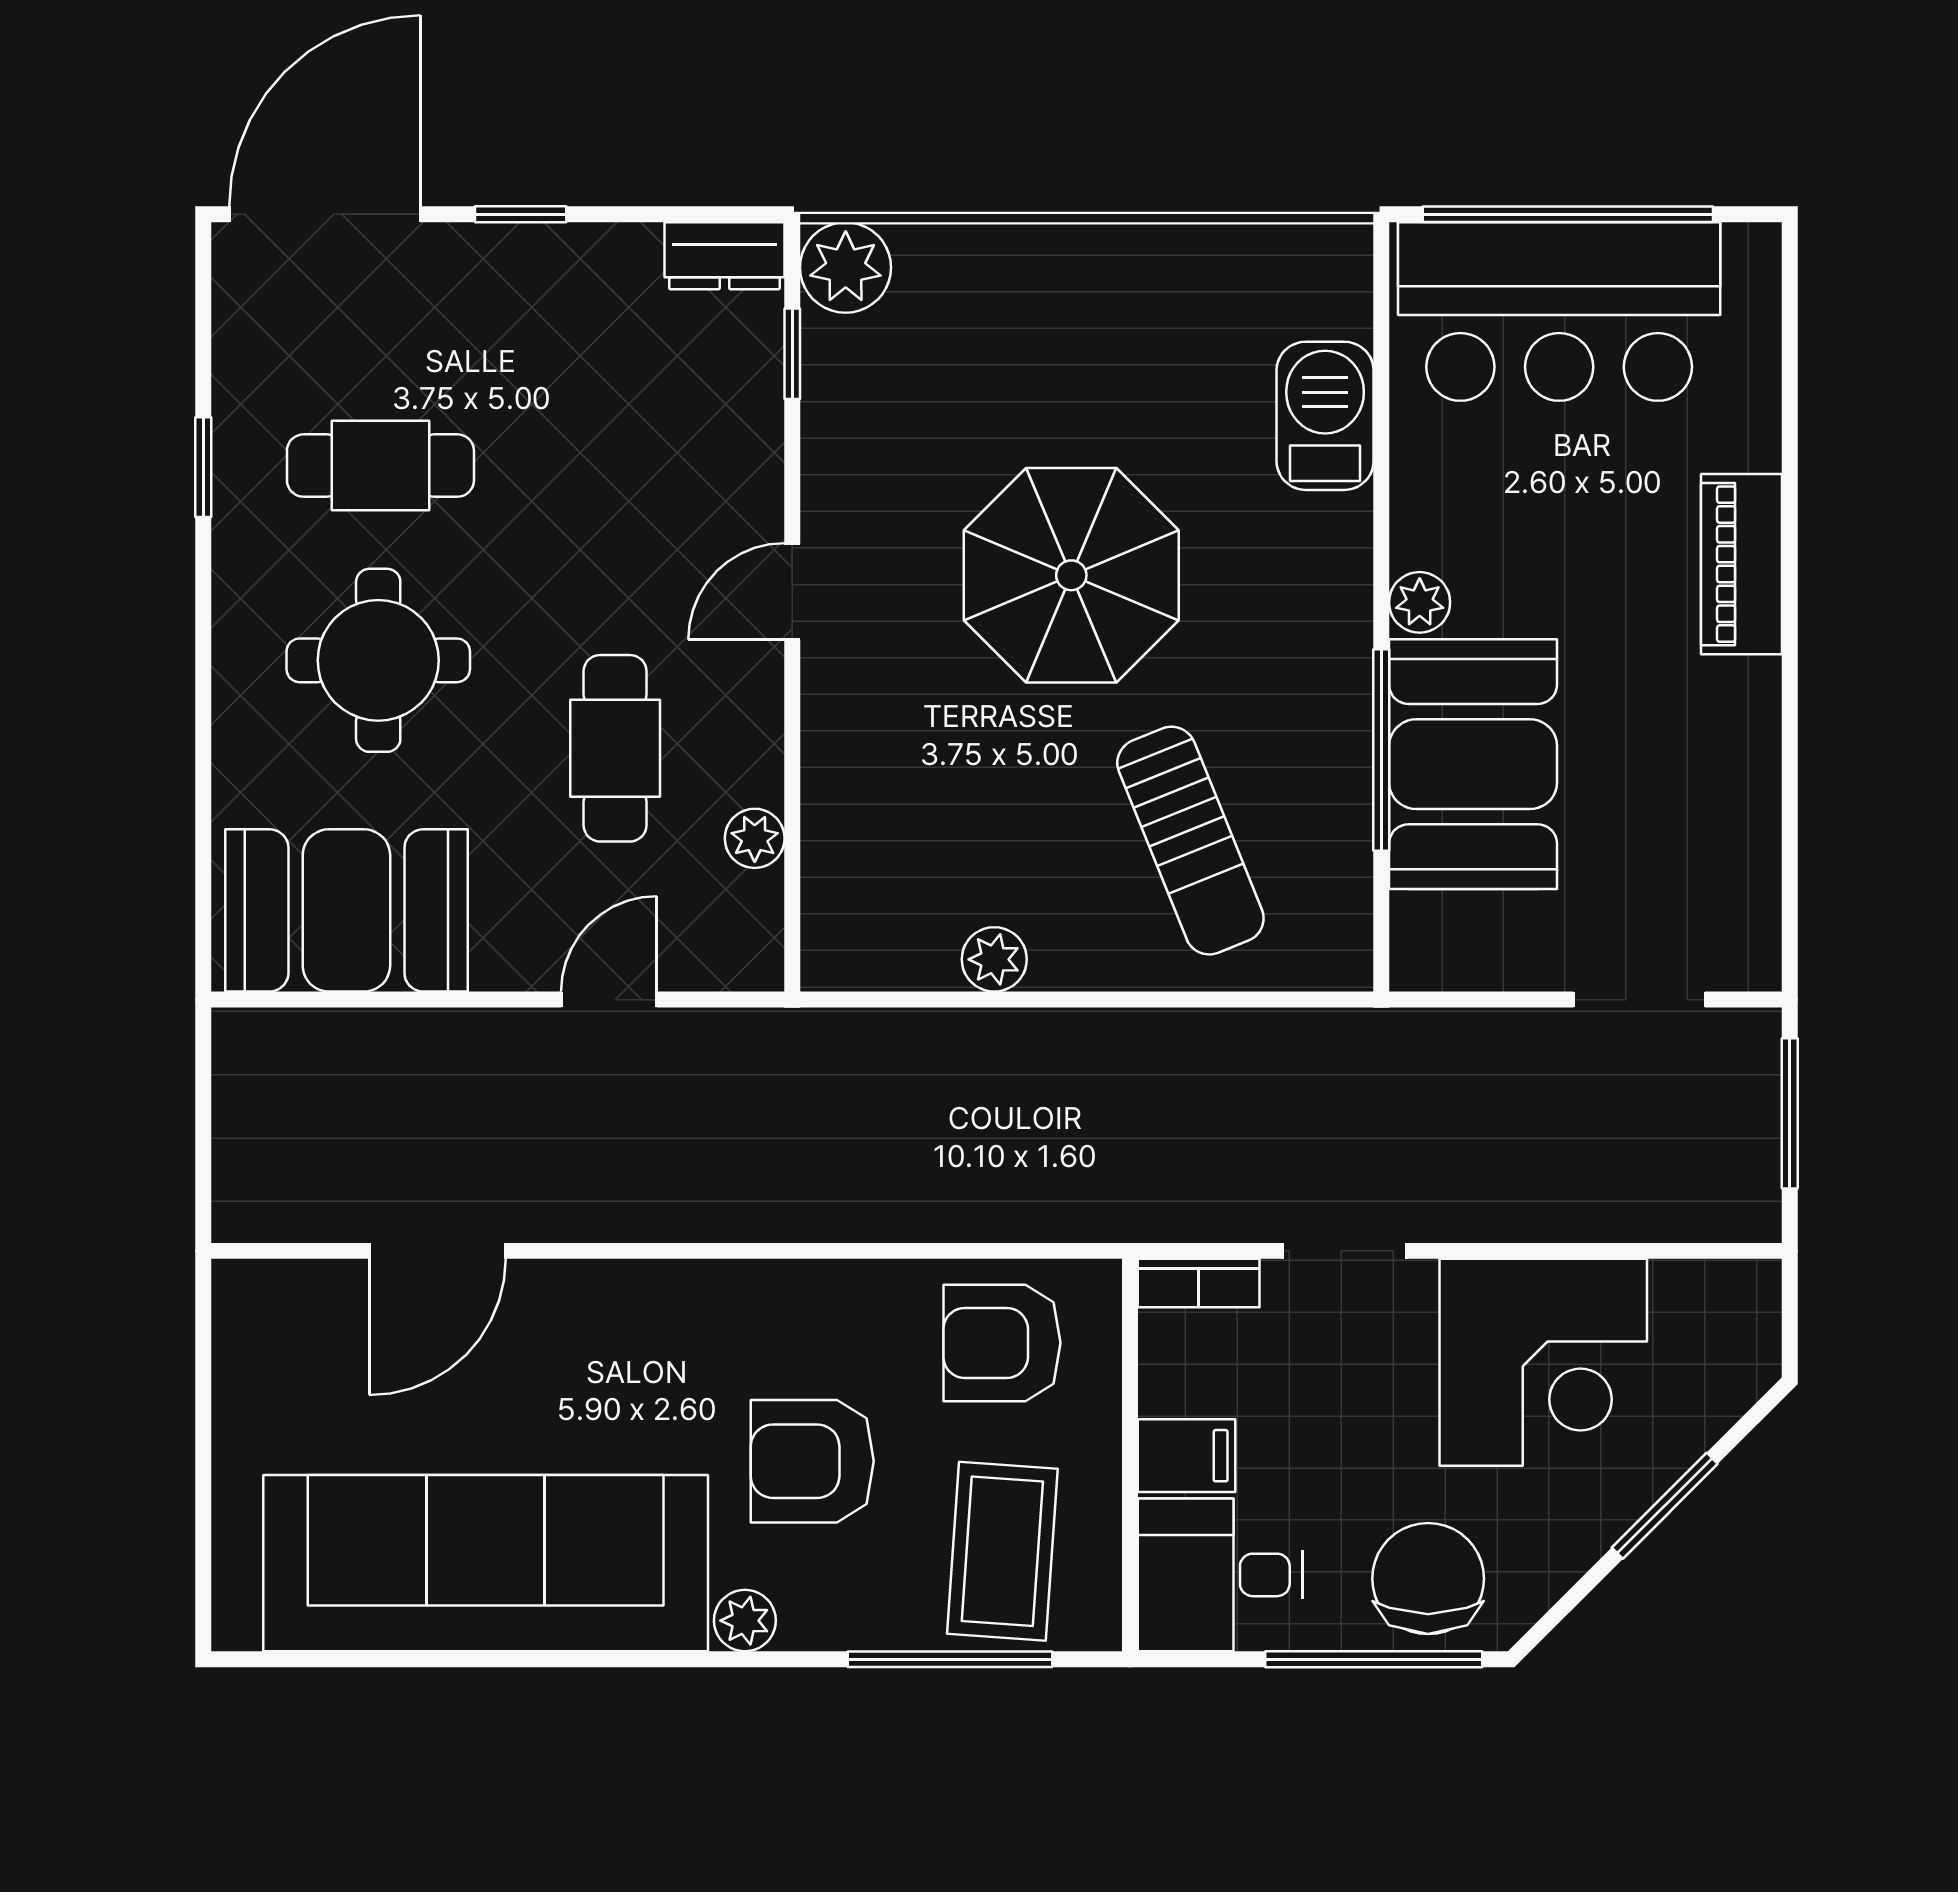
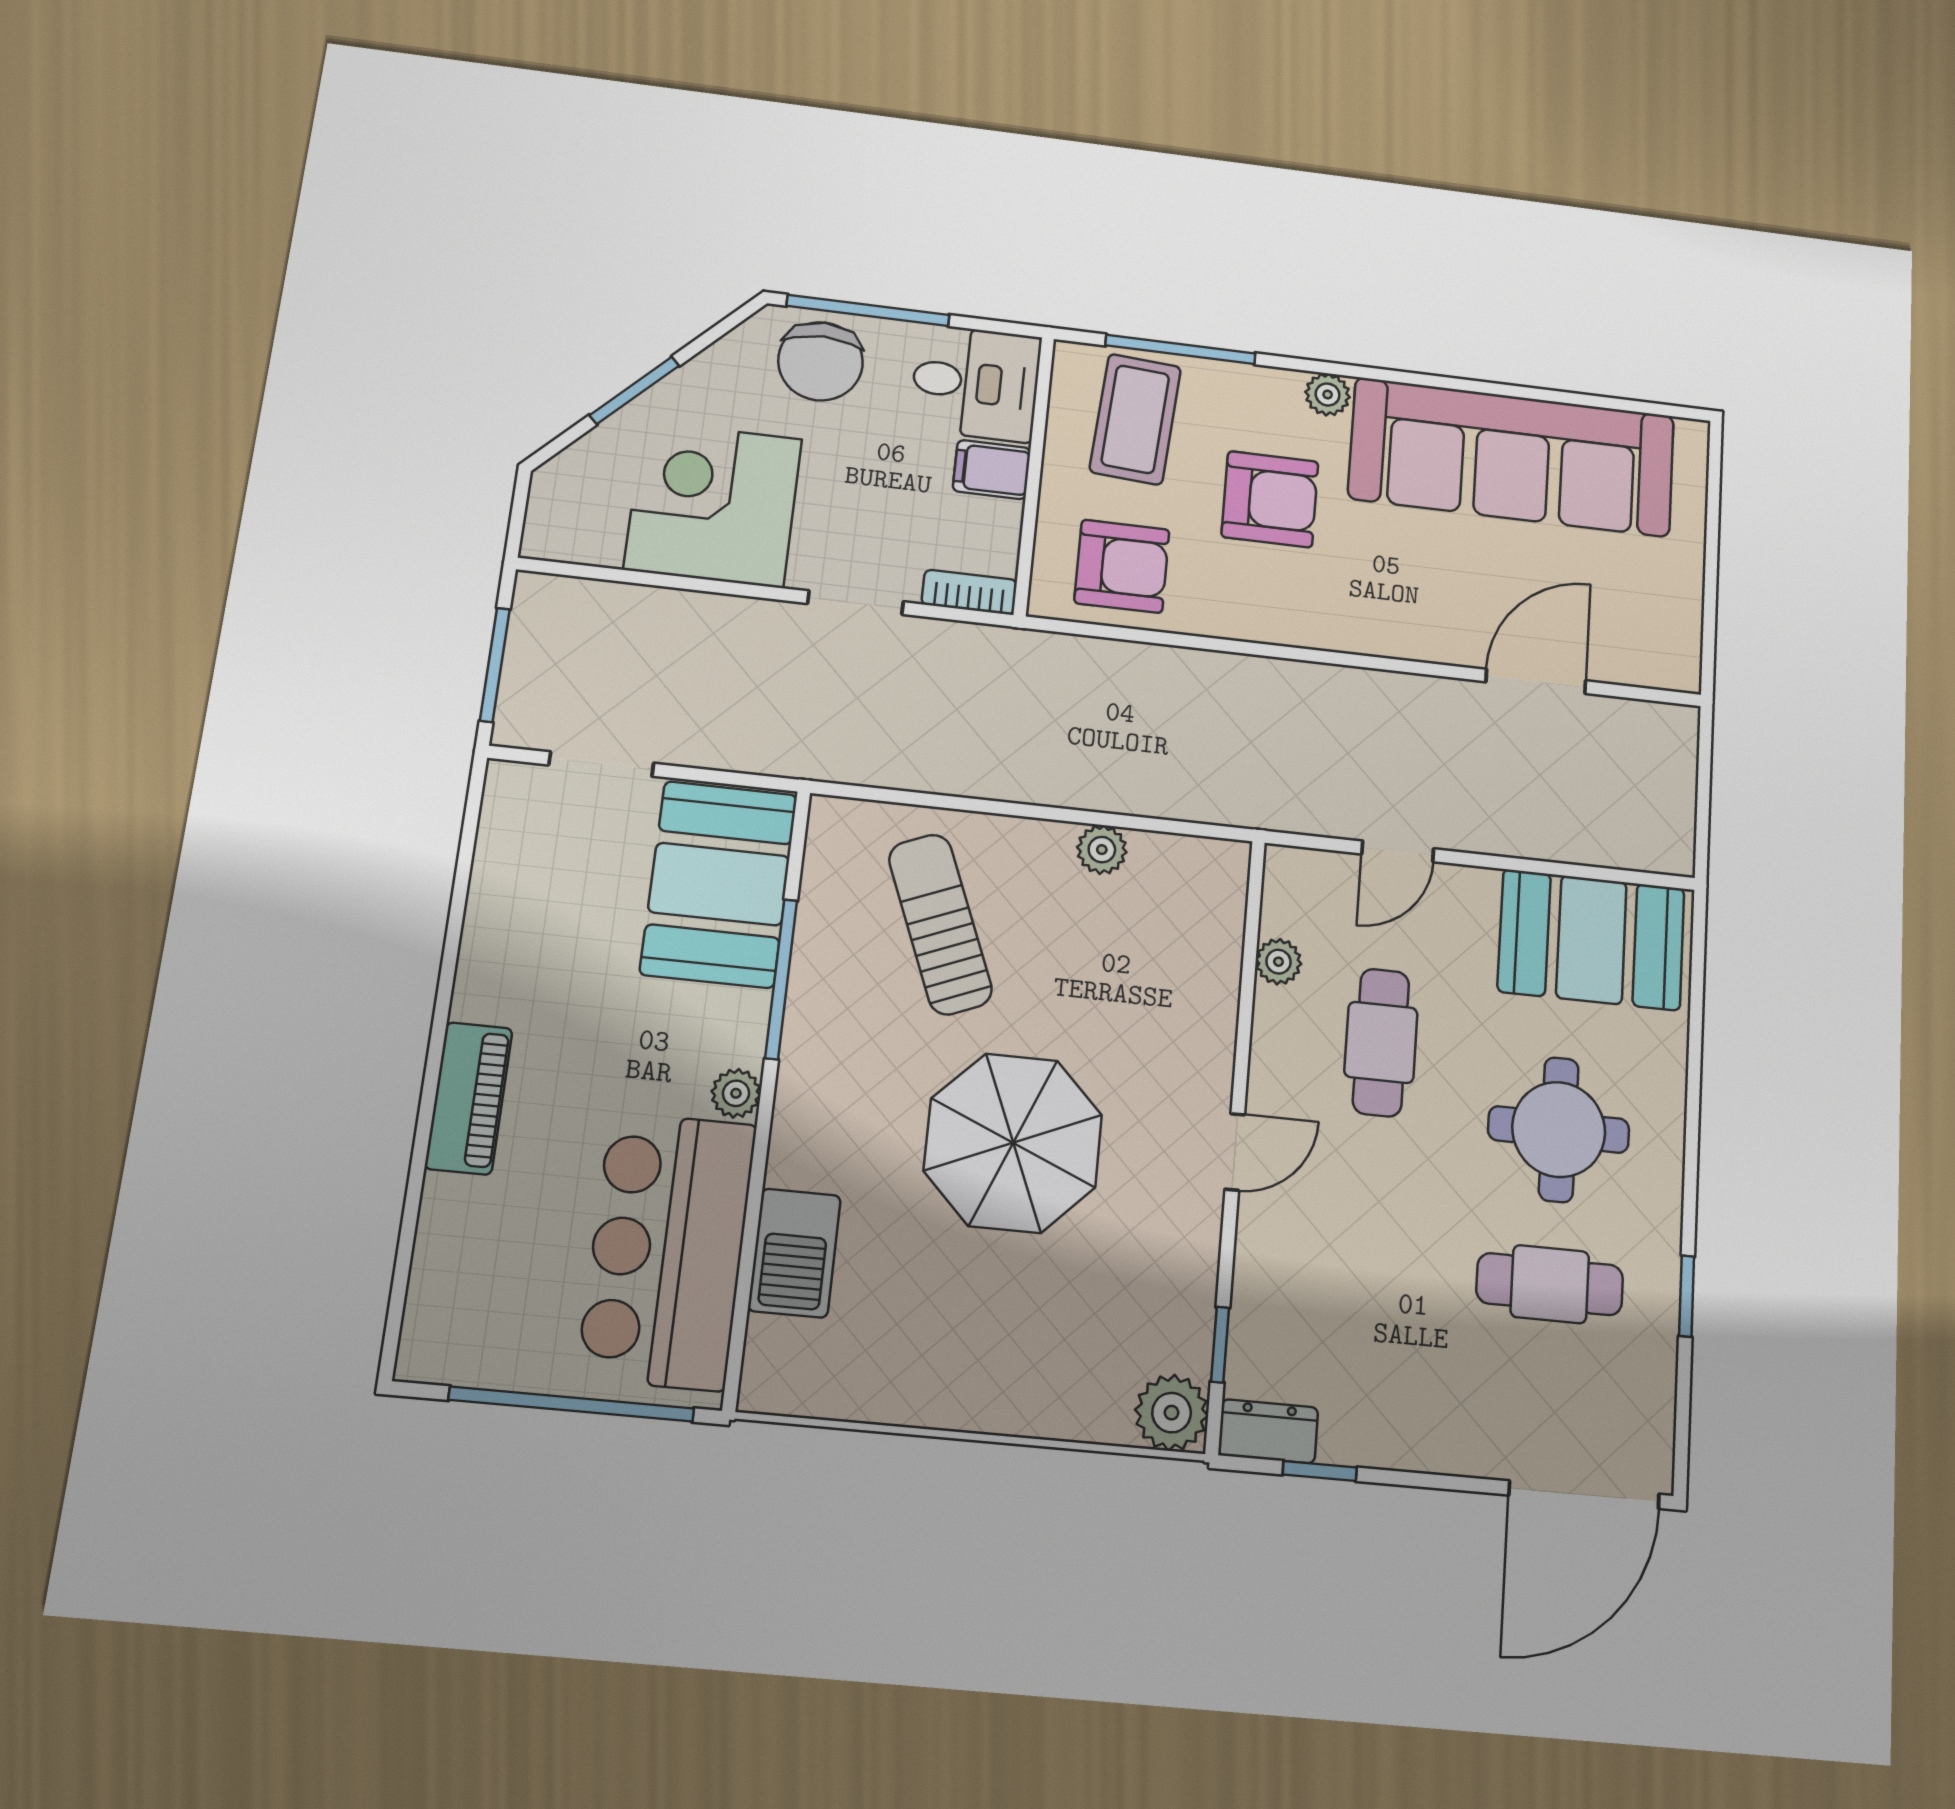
window: (521, 214) -> (1320, 1471), moved
bar counter: (1559, 312) -> (667, 1250), moved, turned -90
booth: (1473, 764) -> (719, 884), moved

